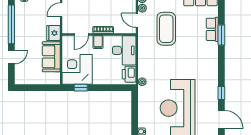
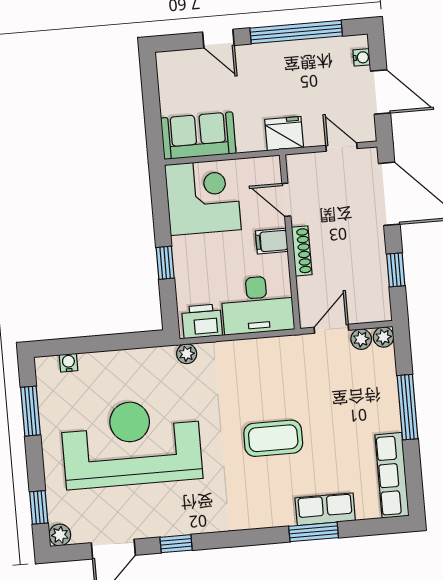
coffee table: (166, 29) -> (273, 438), moved, width x0.73, depth x0.76
sofa: (51, 57) -> (198, 136), moved
window: (81, 88) -> (165, 263), moved

